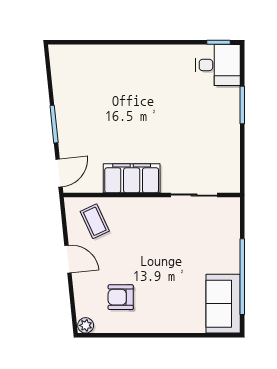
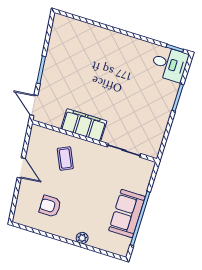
door: (59, 173) -> (34, 105), swing flipped
coffee table: (95, 221) -> (65, 158), moved
sofa: (223, 304) -> (127, 214), moved
plant: (86, 325) -> (82, 238), moved

